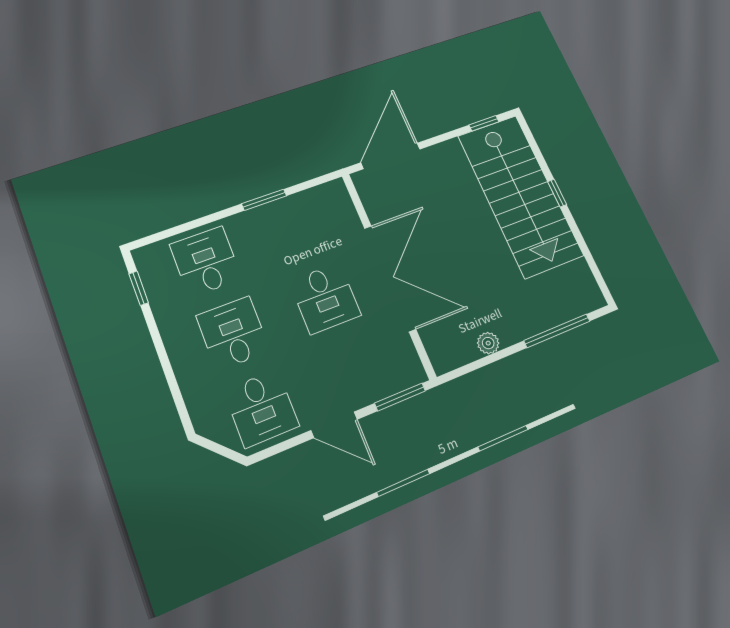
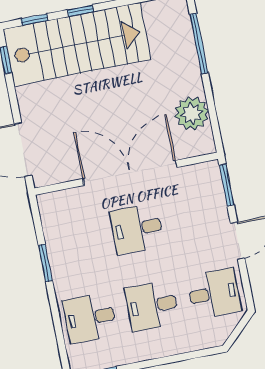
window: (534, 147) -> (35, 20), added
desk: (325, 298) -> (137, 229), turned 180
plant: (488, 343) -> (192, 113), width x1.88, depth x1.88

